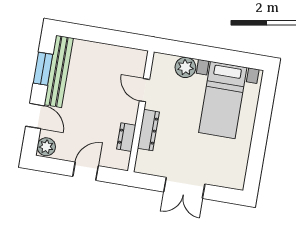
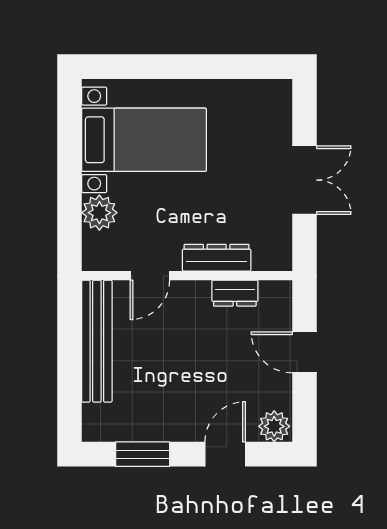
bench: (59, 71) -> (97, 341), moved, turned 90

